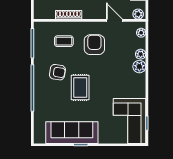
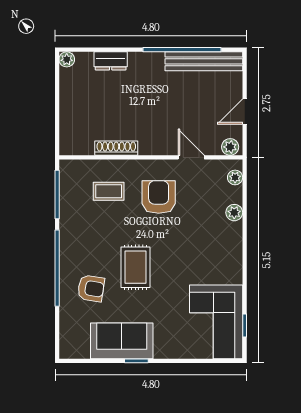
plant: (139, 67) -> (232, 233), removed
armchair: (57, 72) -> (91, 288), moved
sofa: (72, 133) -> (122, 341), width x0.73

